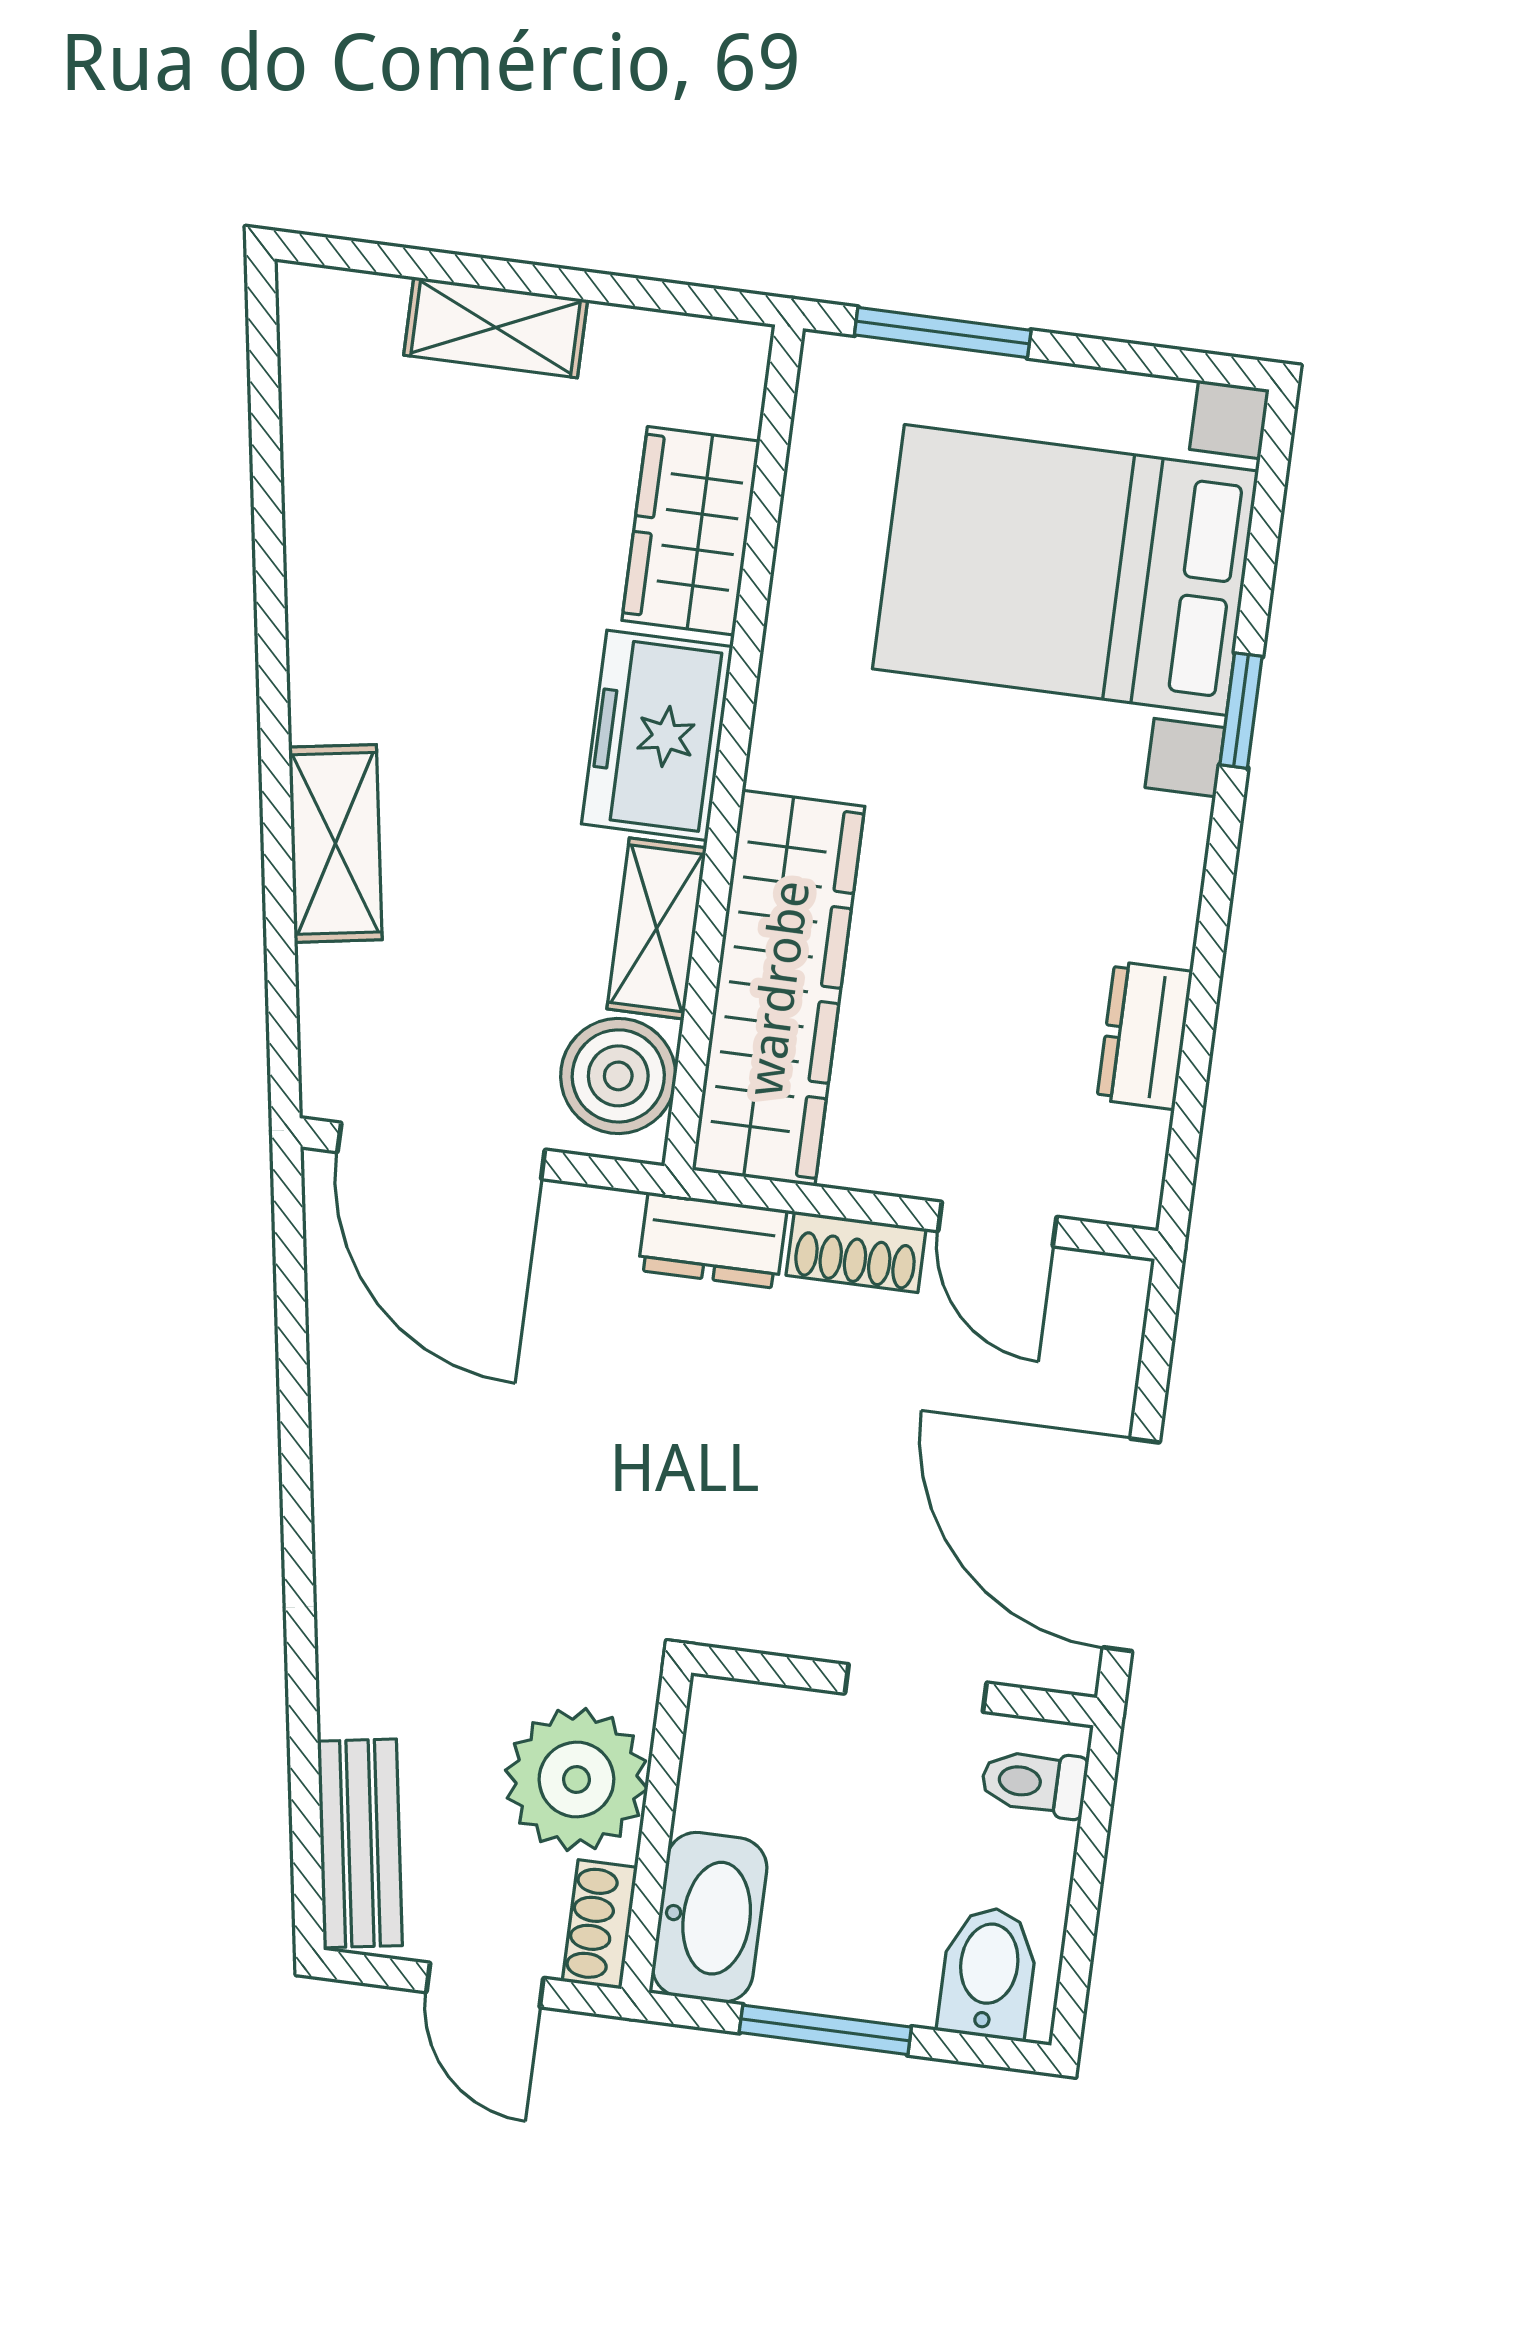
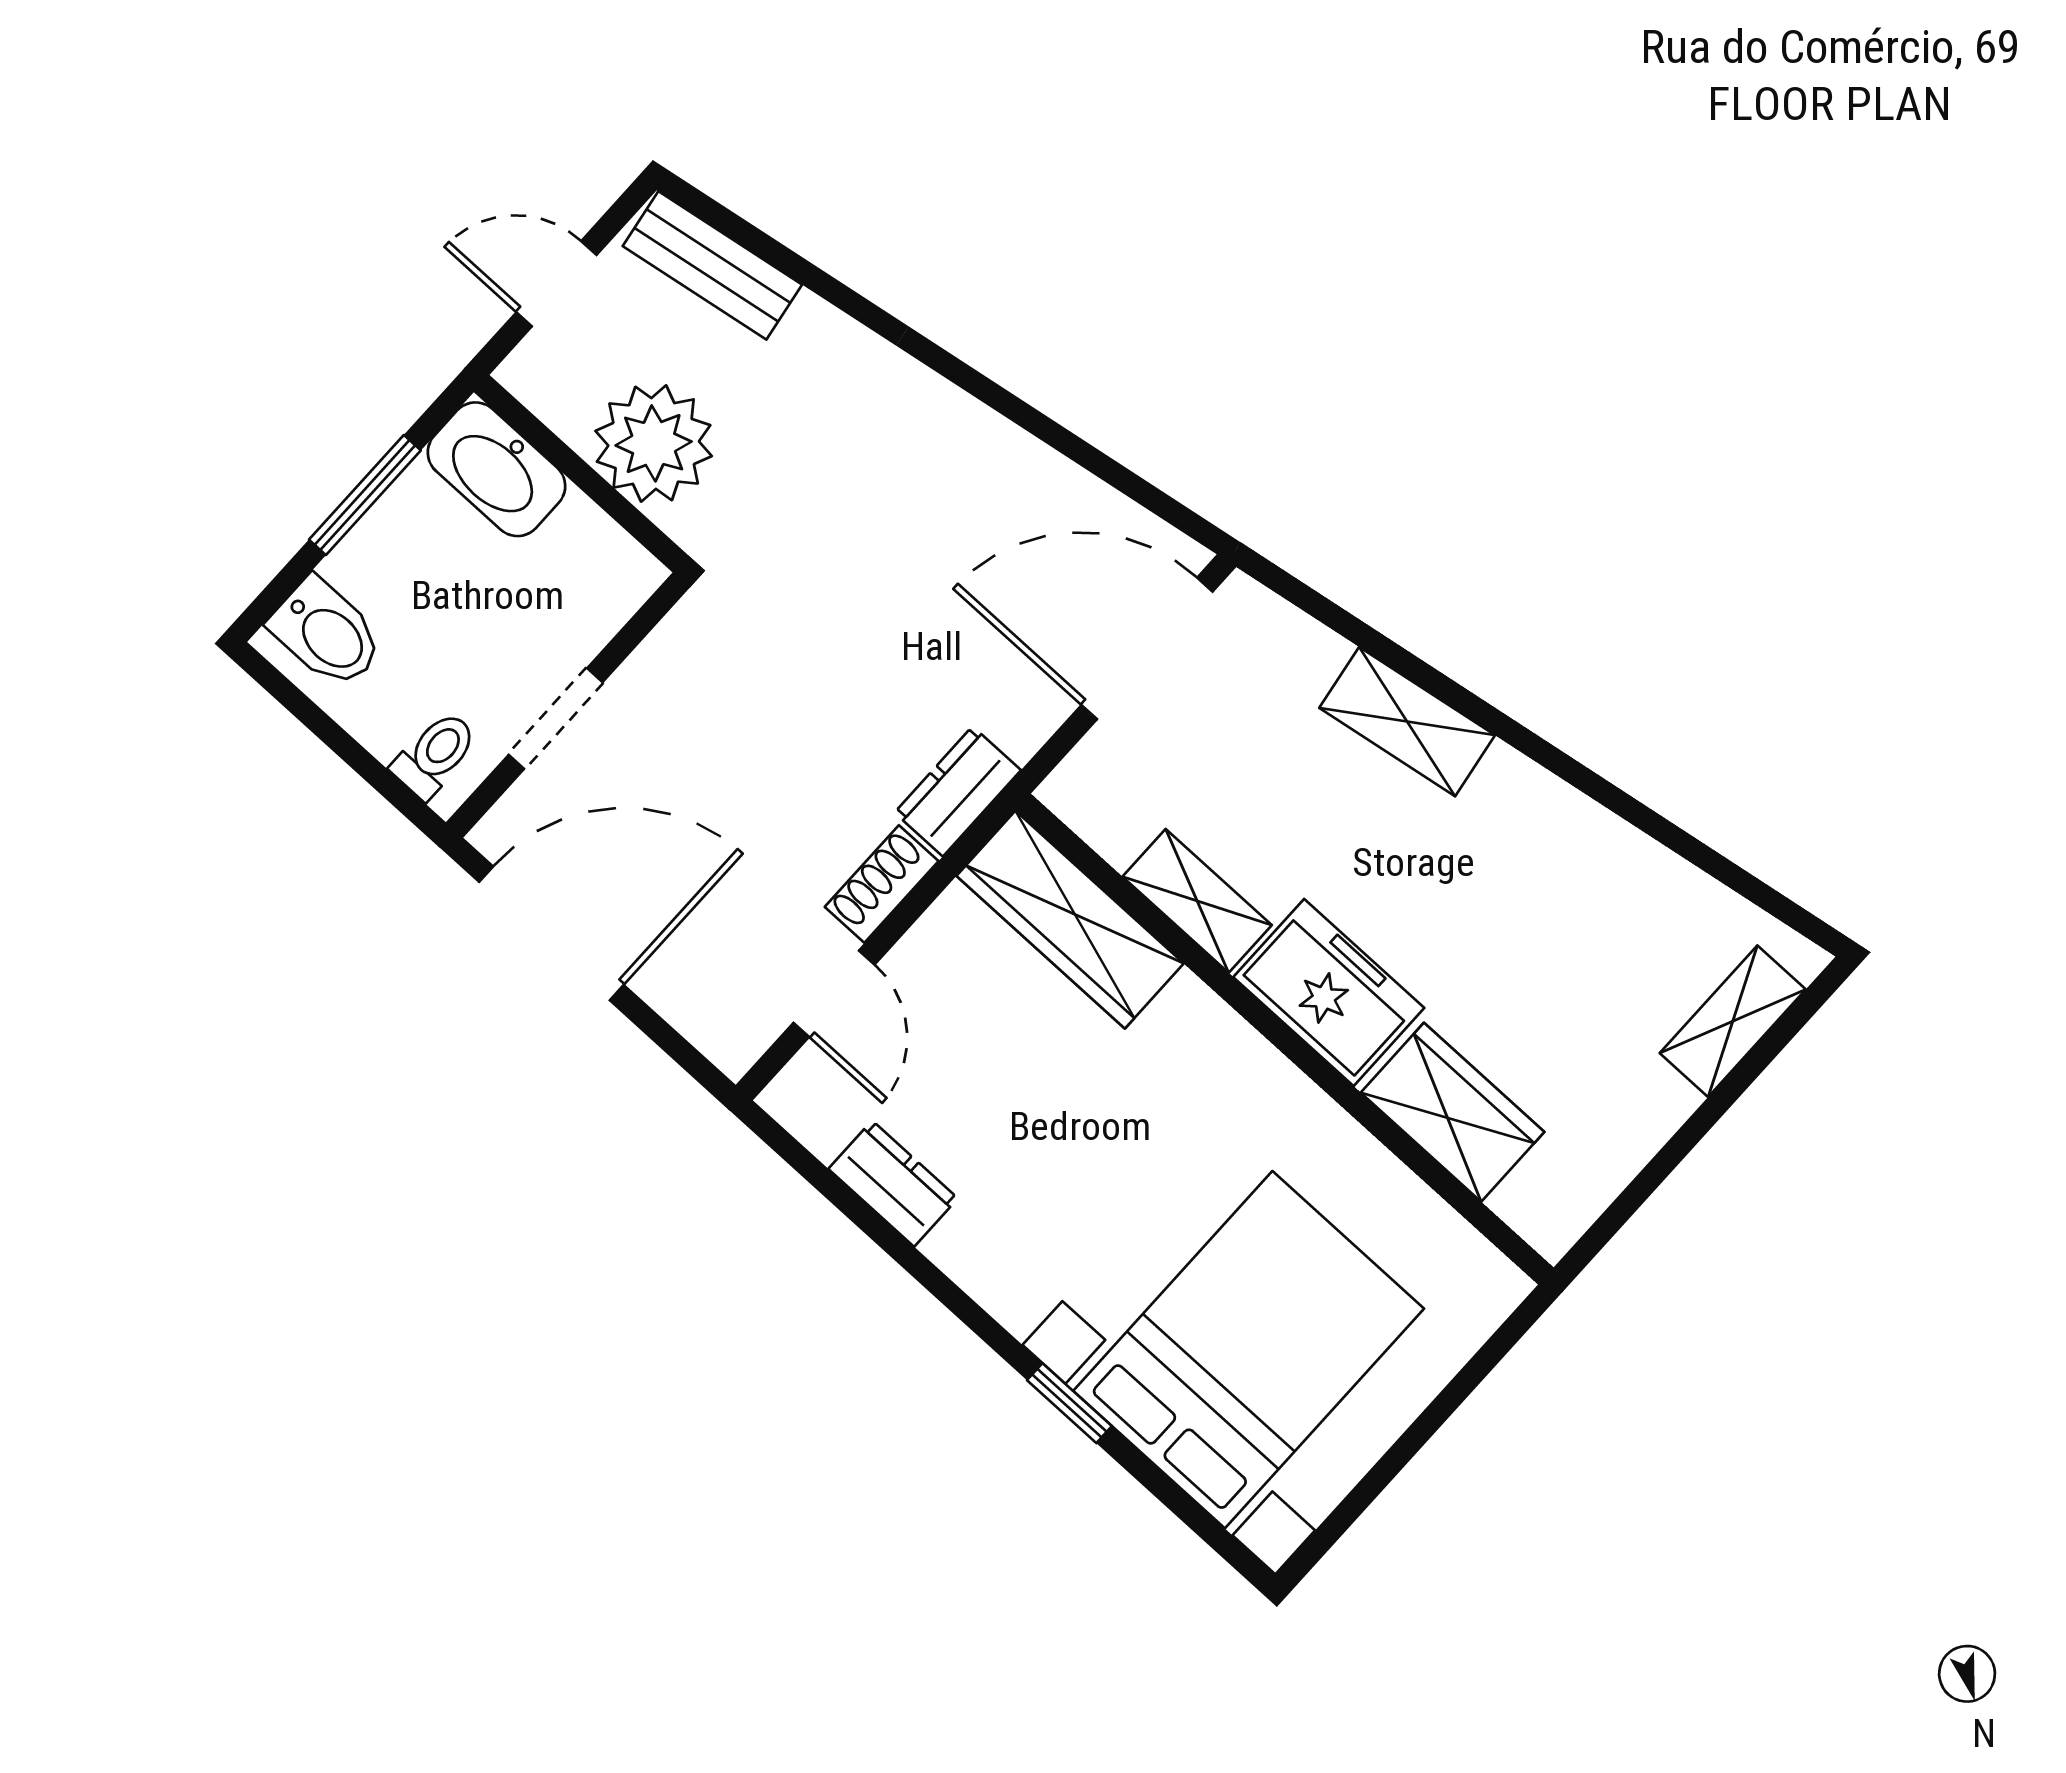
shelving: (496, 327) -> (1733, 1021), moved
window: (943, 333) -> (1469, 1378), removed
wardrobe: (778, 988) -> (1070, 920), width x0.71, depth x0.85
boiler: (618, 1076) -> (1114, 805), removed
door: (997, 1224) -> (834, 994), swing flipped
shoe rack: (600, 1924) -> (544, 391), removed

